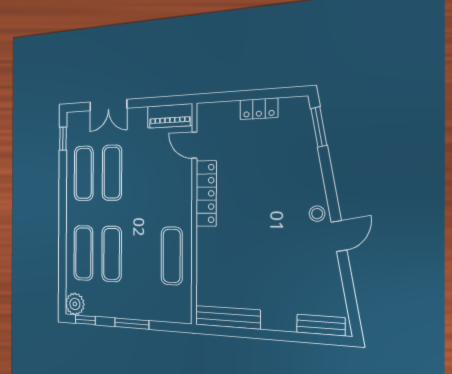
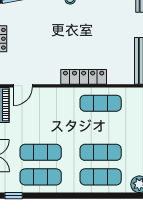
locker: (206, 193) -> (84, 77), moved

